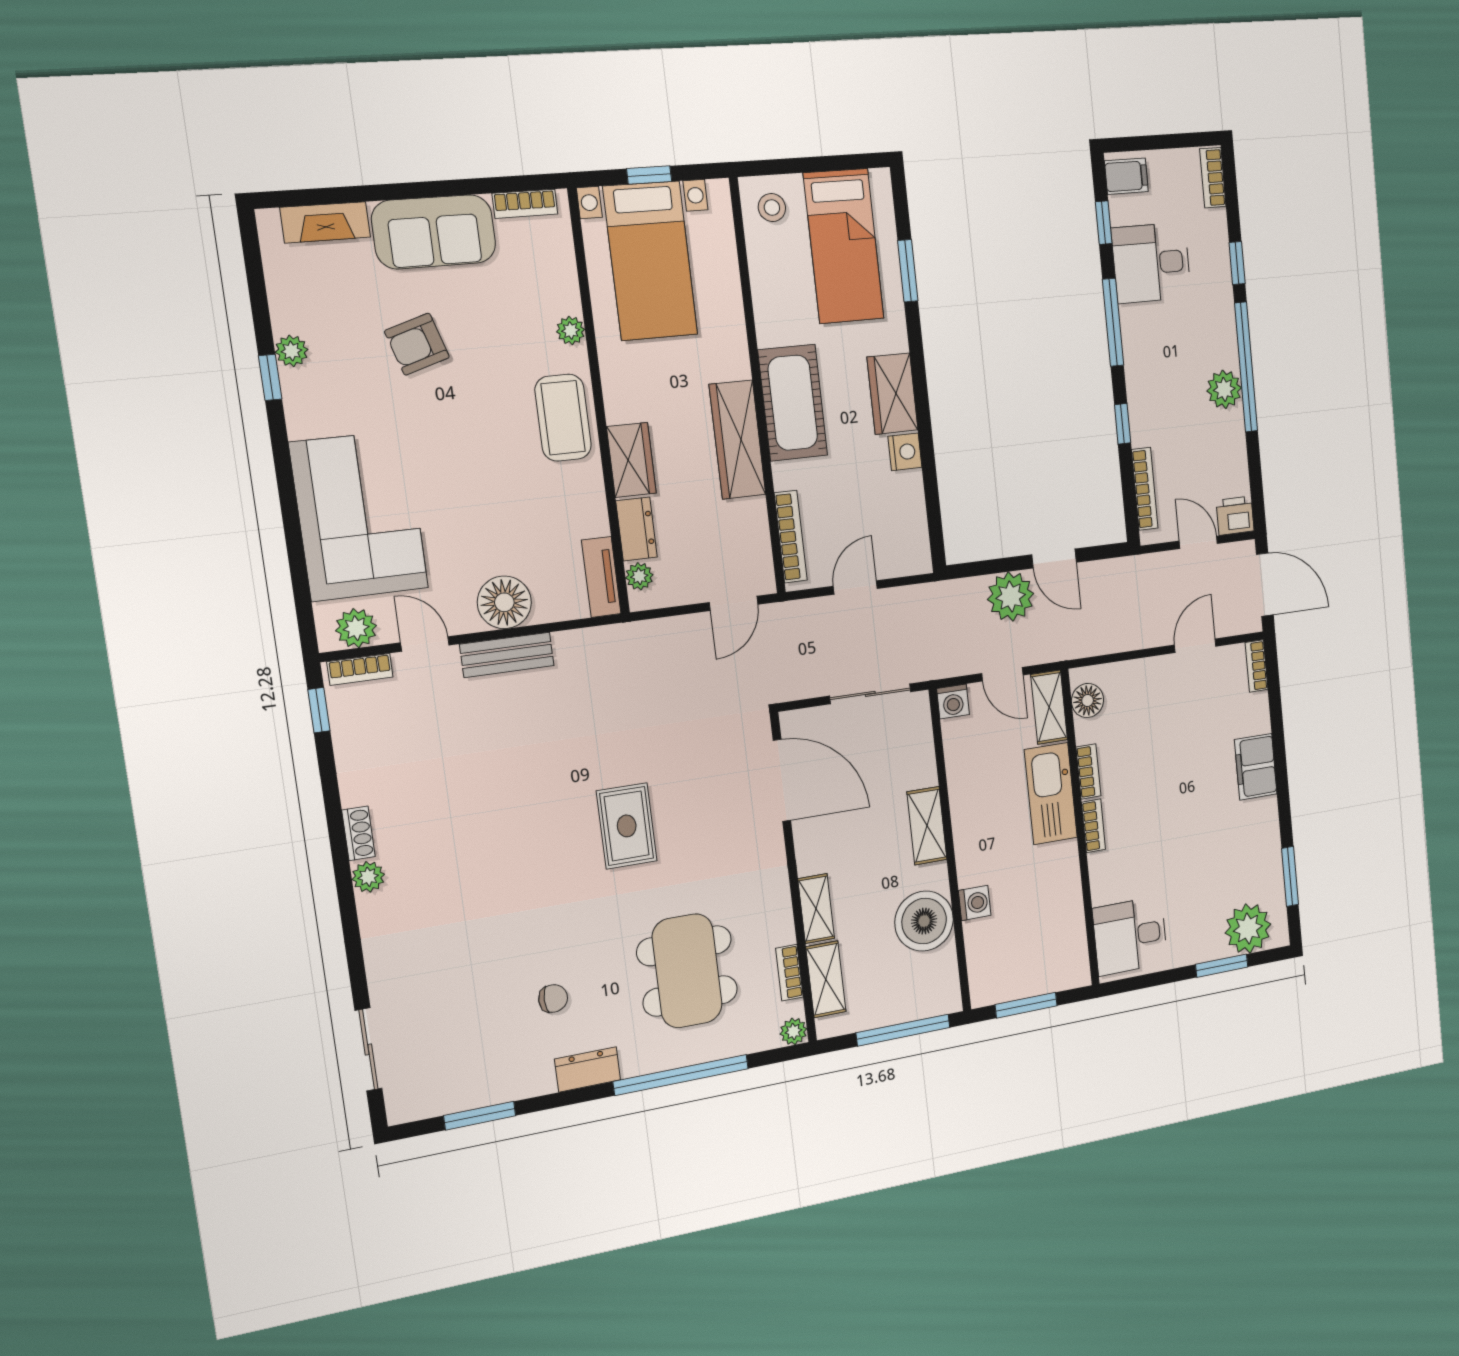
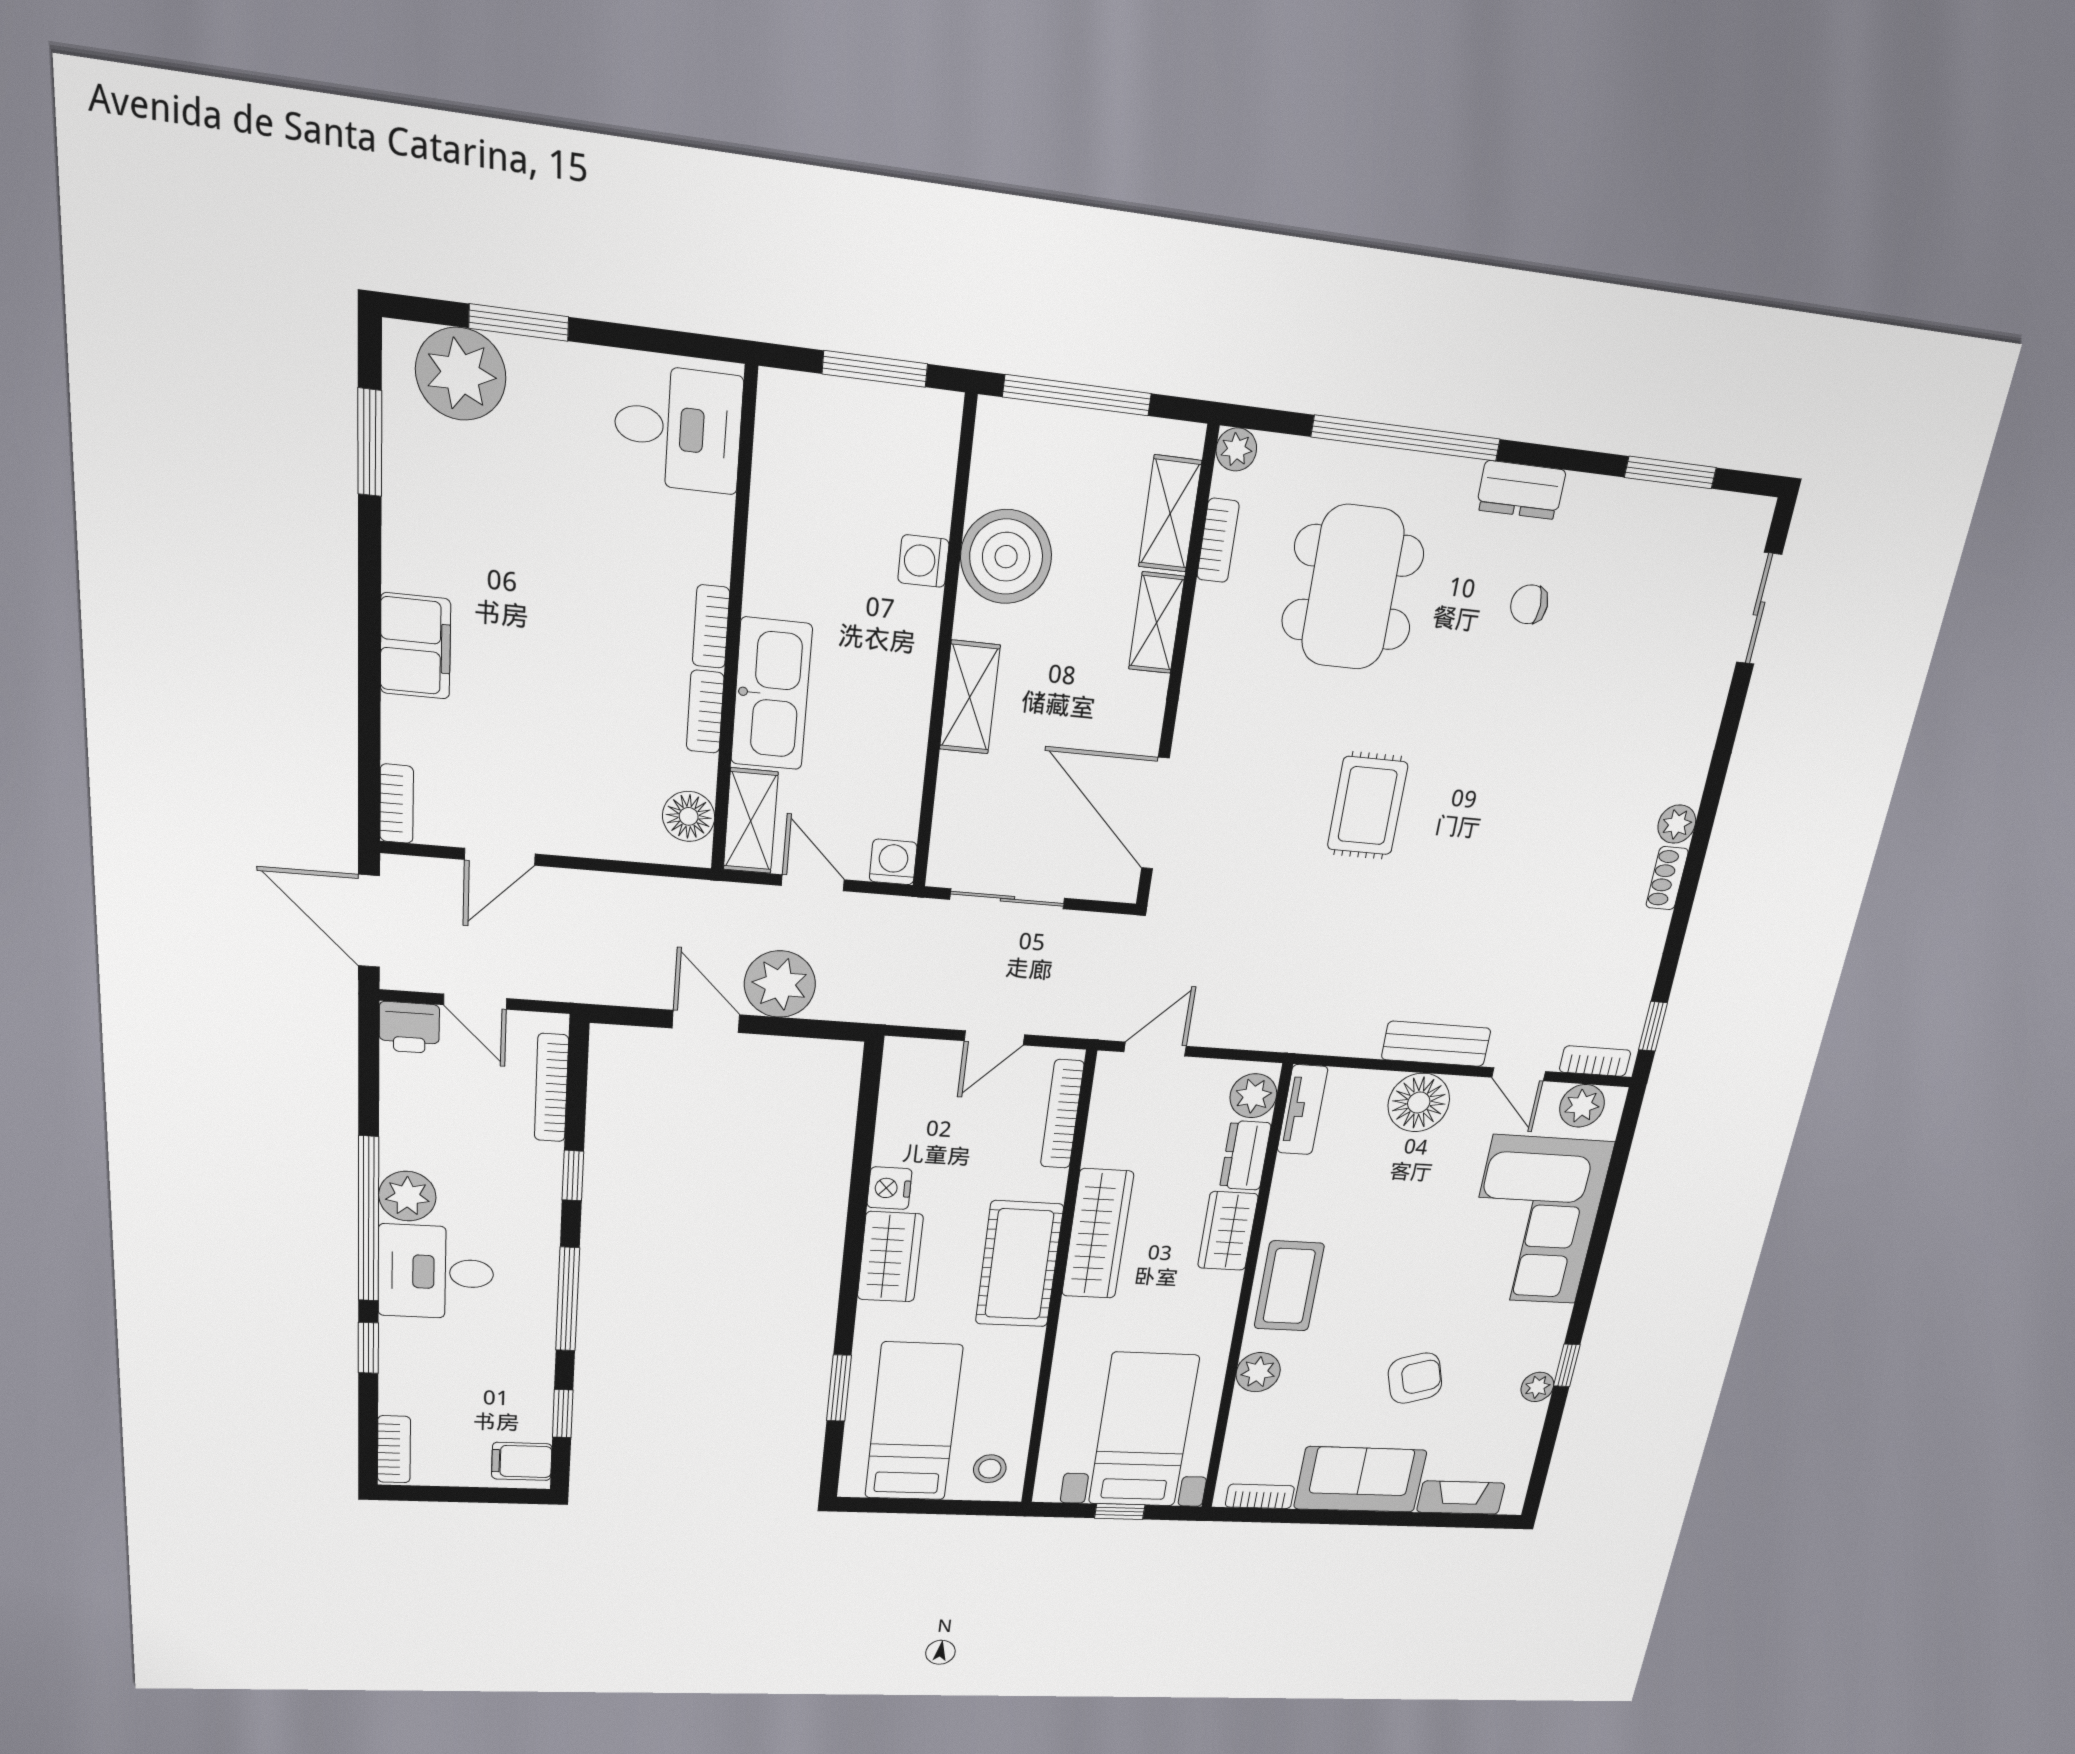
desk: (1151, 263) -> (436, 1272), moved, turned 180
plant: (571, 331) -> (1258, 1372), width x1.38, depth x1.38
plant: (639, 576) -> (1253, 1096), width x1.38, depth x1.38

